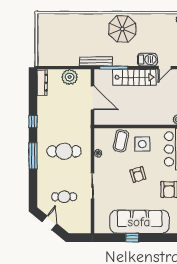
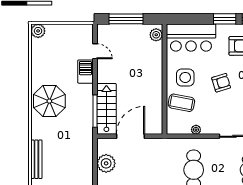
bench: (96, 61) -> (36, 159), moved
stairs: (134, 77) -> (106, 109), moved

